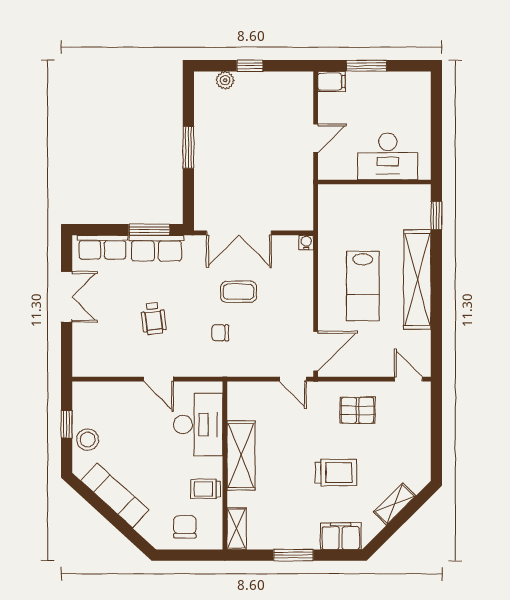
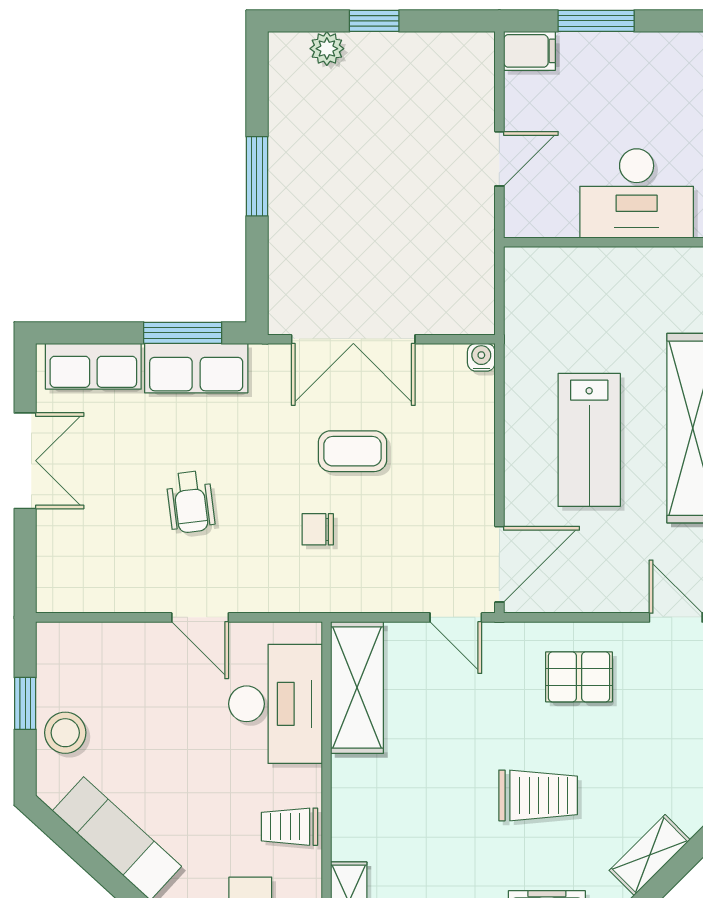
shelving: (241, 456) -> (357, 688), moved

